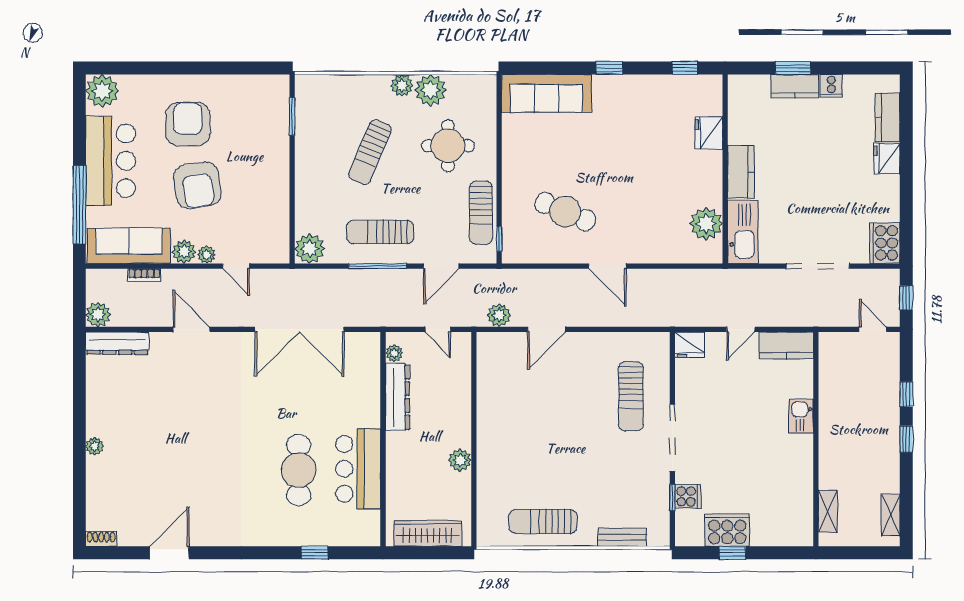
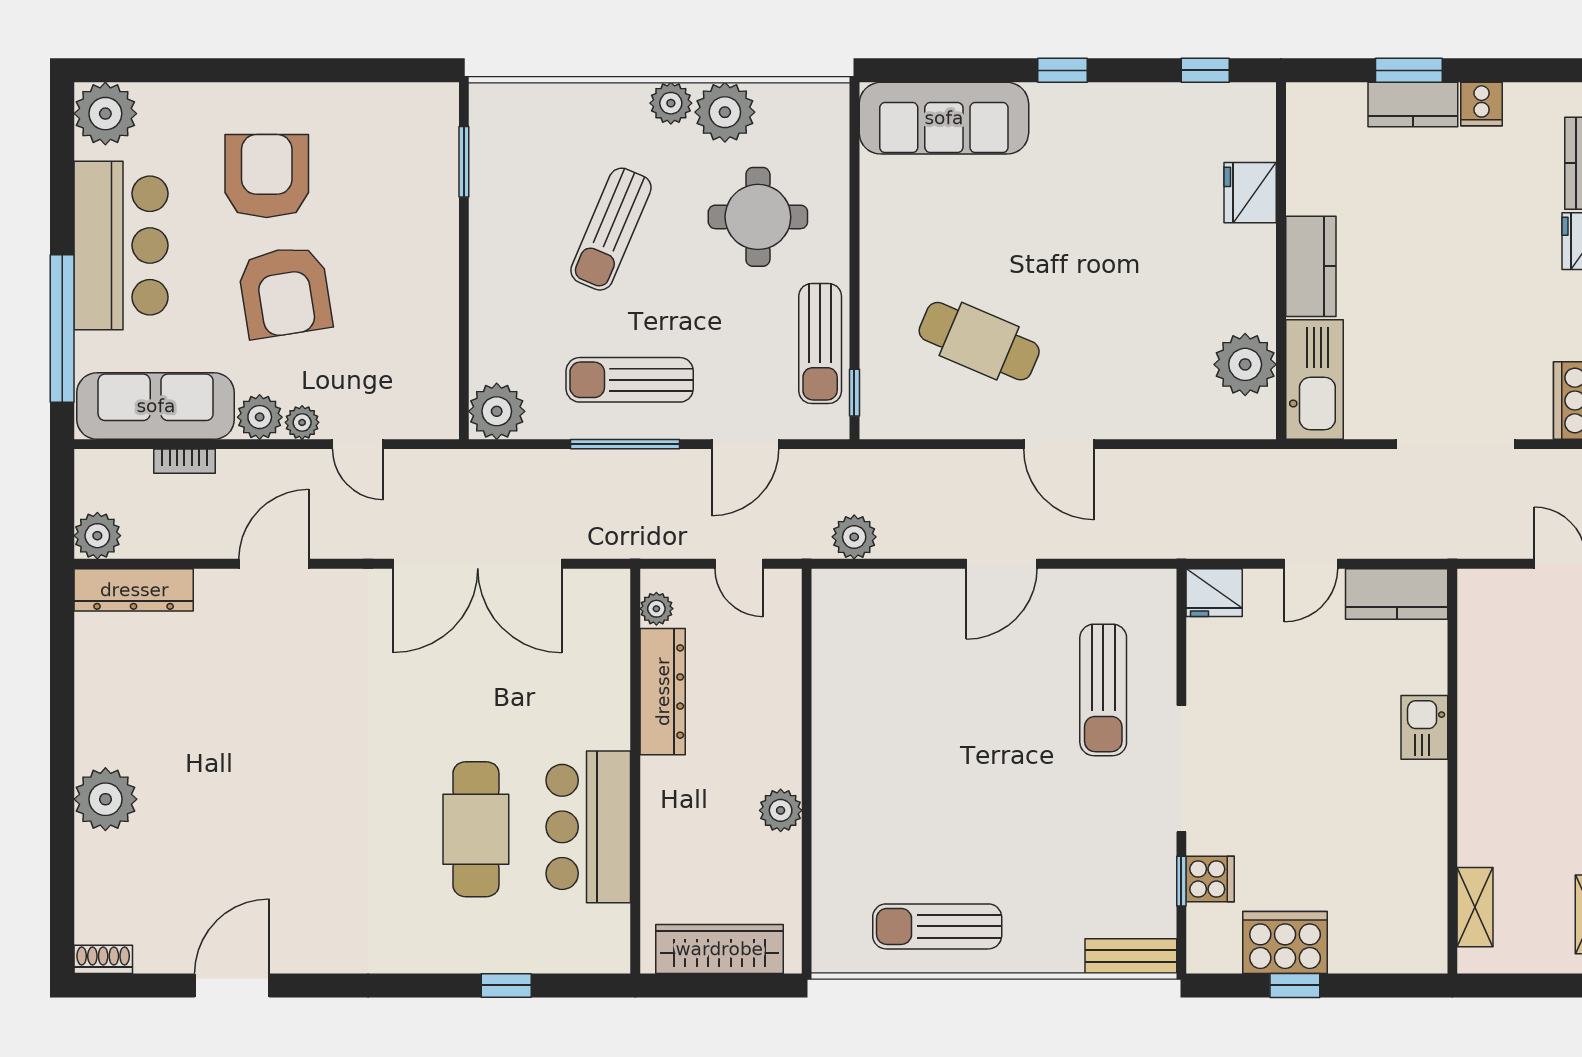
door: (192, 329) -> (274, 564), hinge flipped
door: (546, 329) -> (1001, 564), moved
plant: (95, 446) -> (105, 799), width x1.88, depth x1.88
bench: (622, 537) -> (1131, 956), moved

